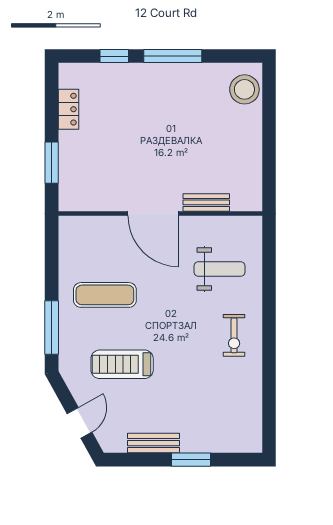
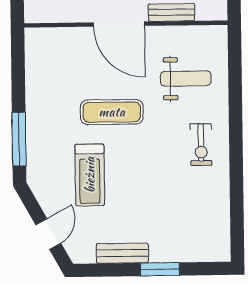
exercise mat: (105, 295) -> (112, 112), moved
treadmill: (122, 364) -> (90, 175), turned -90

